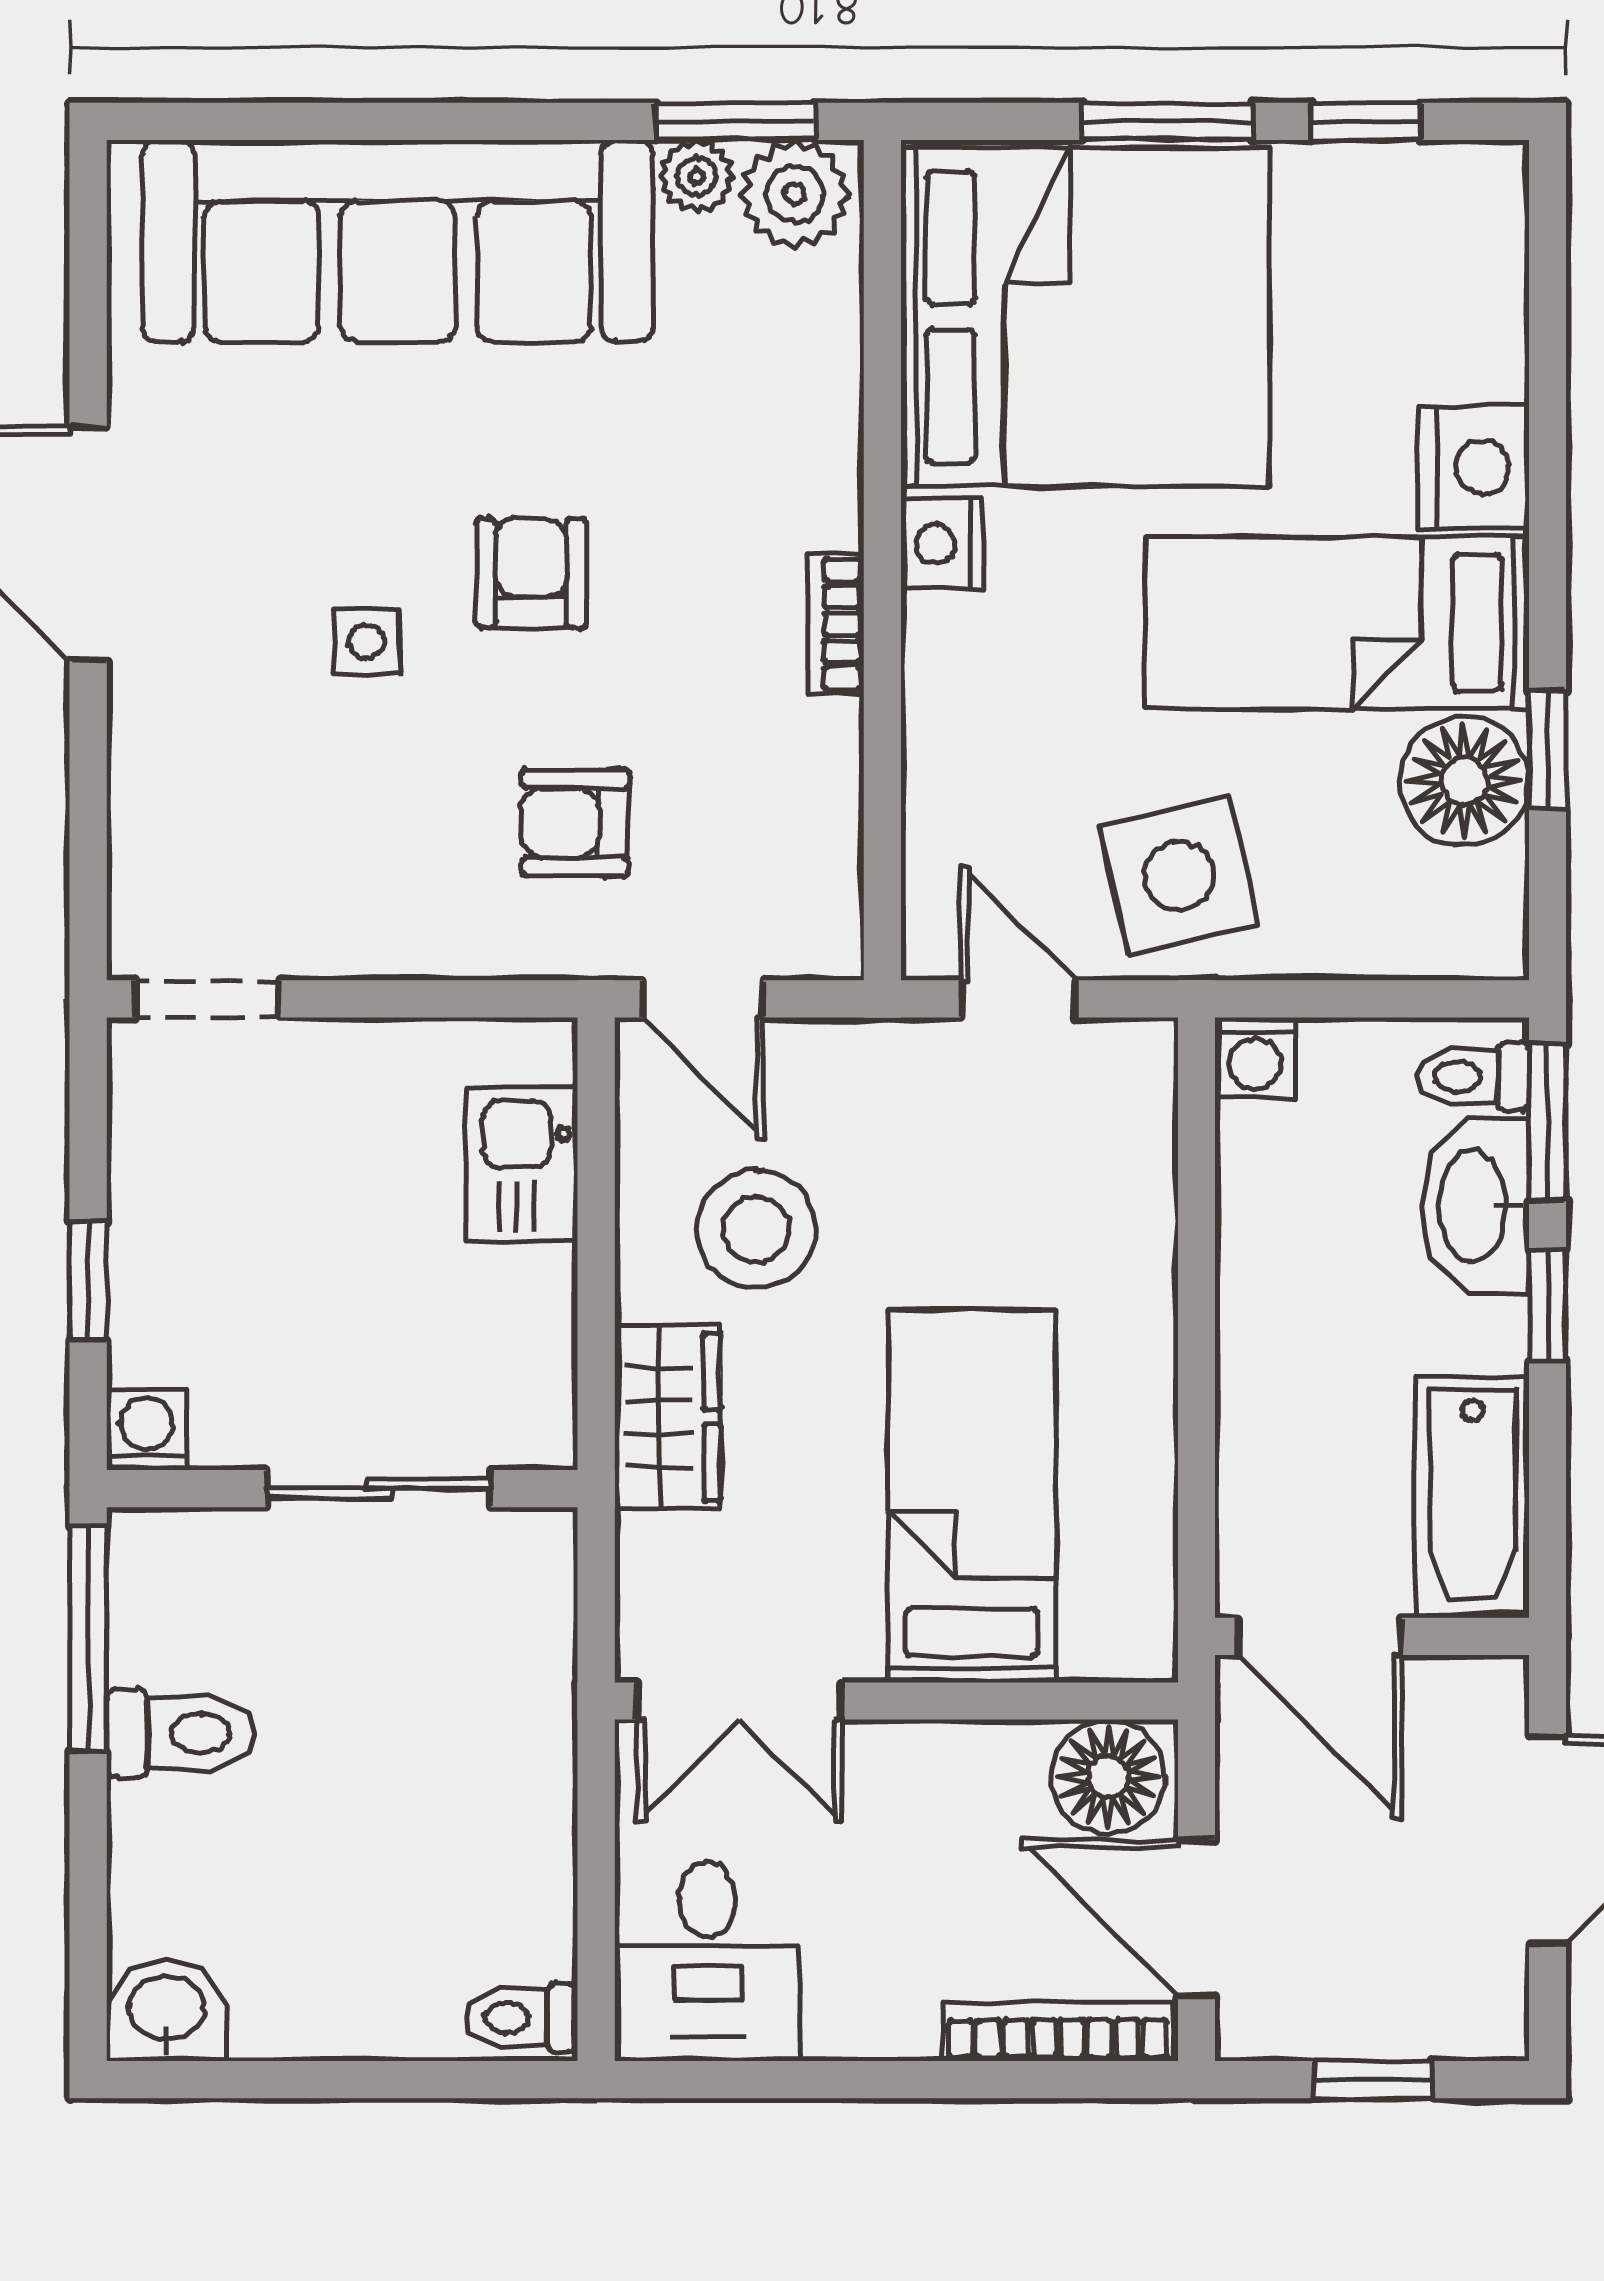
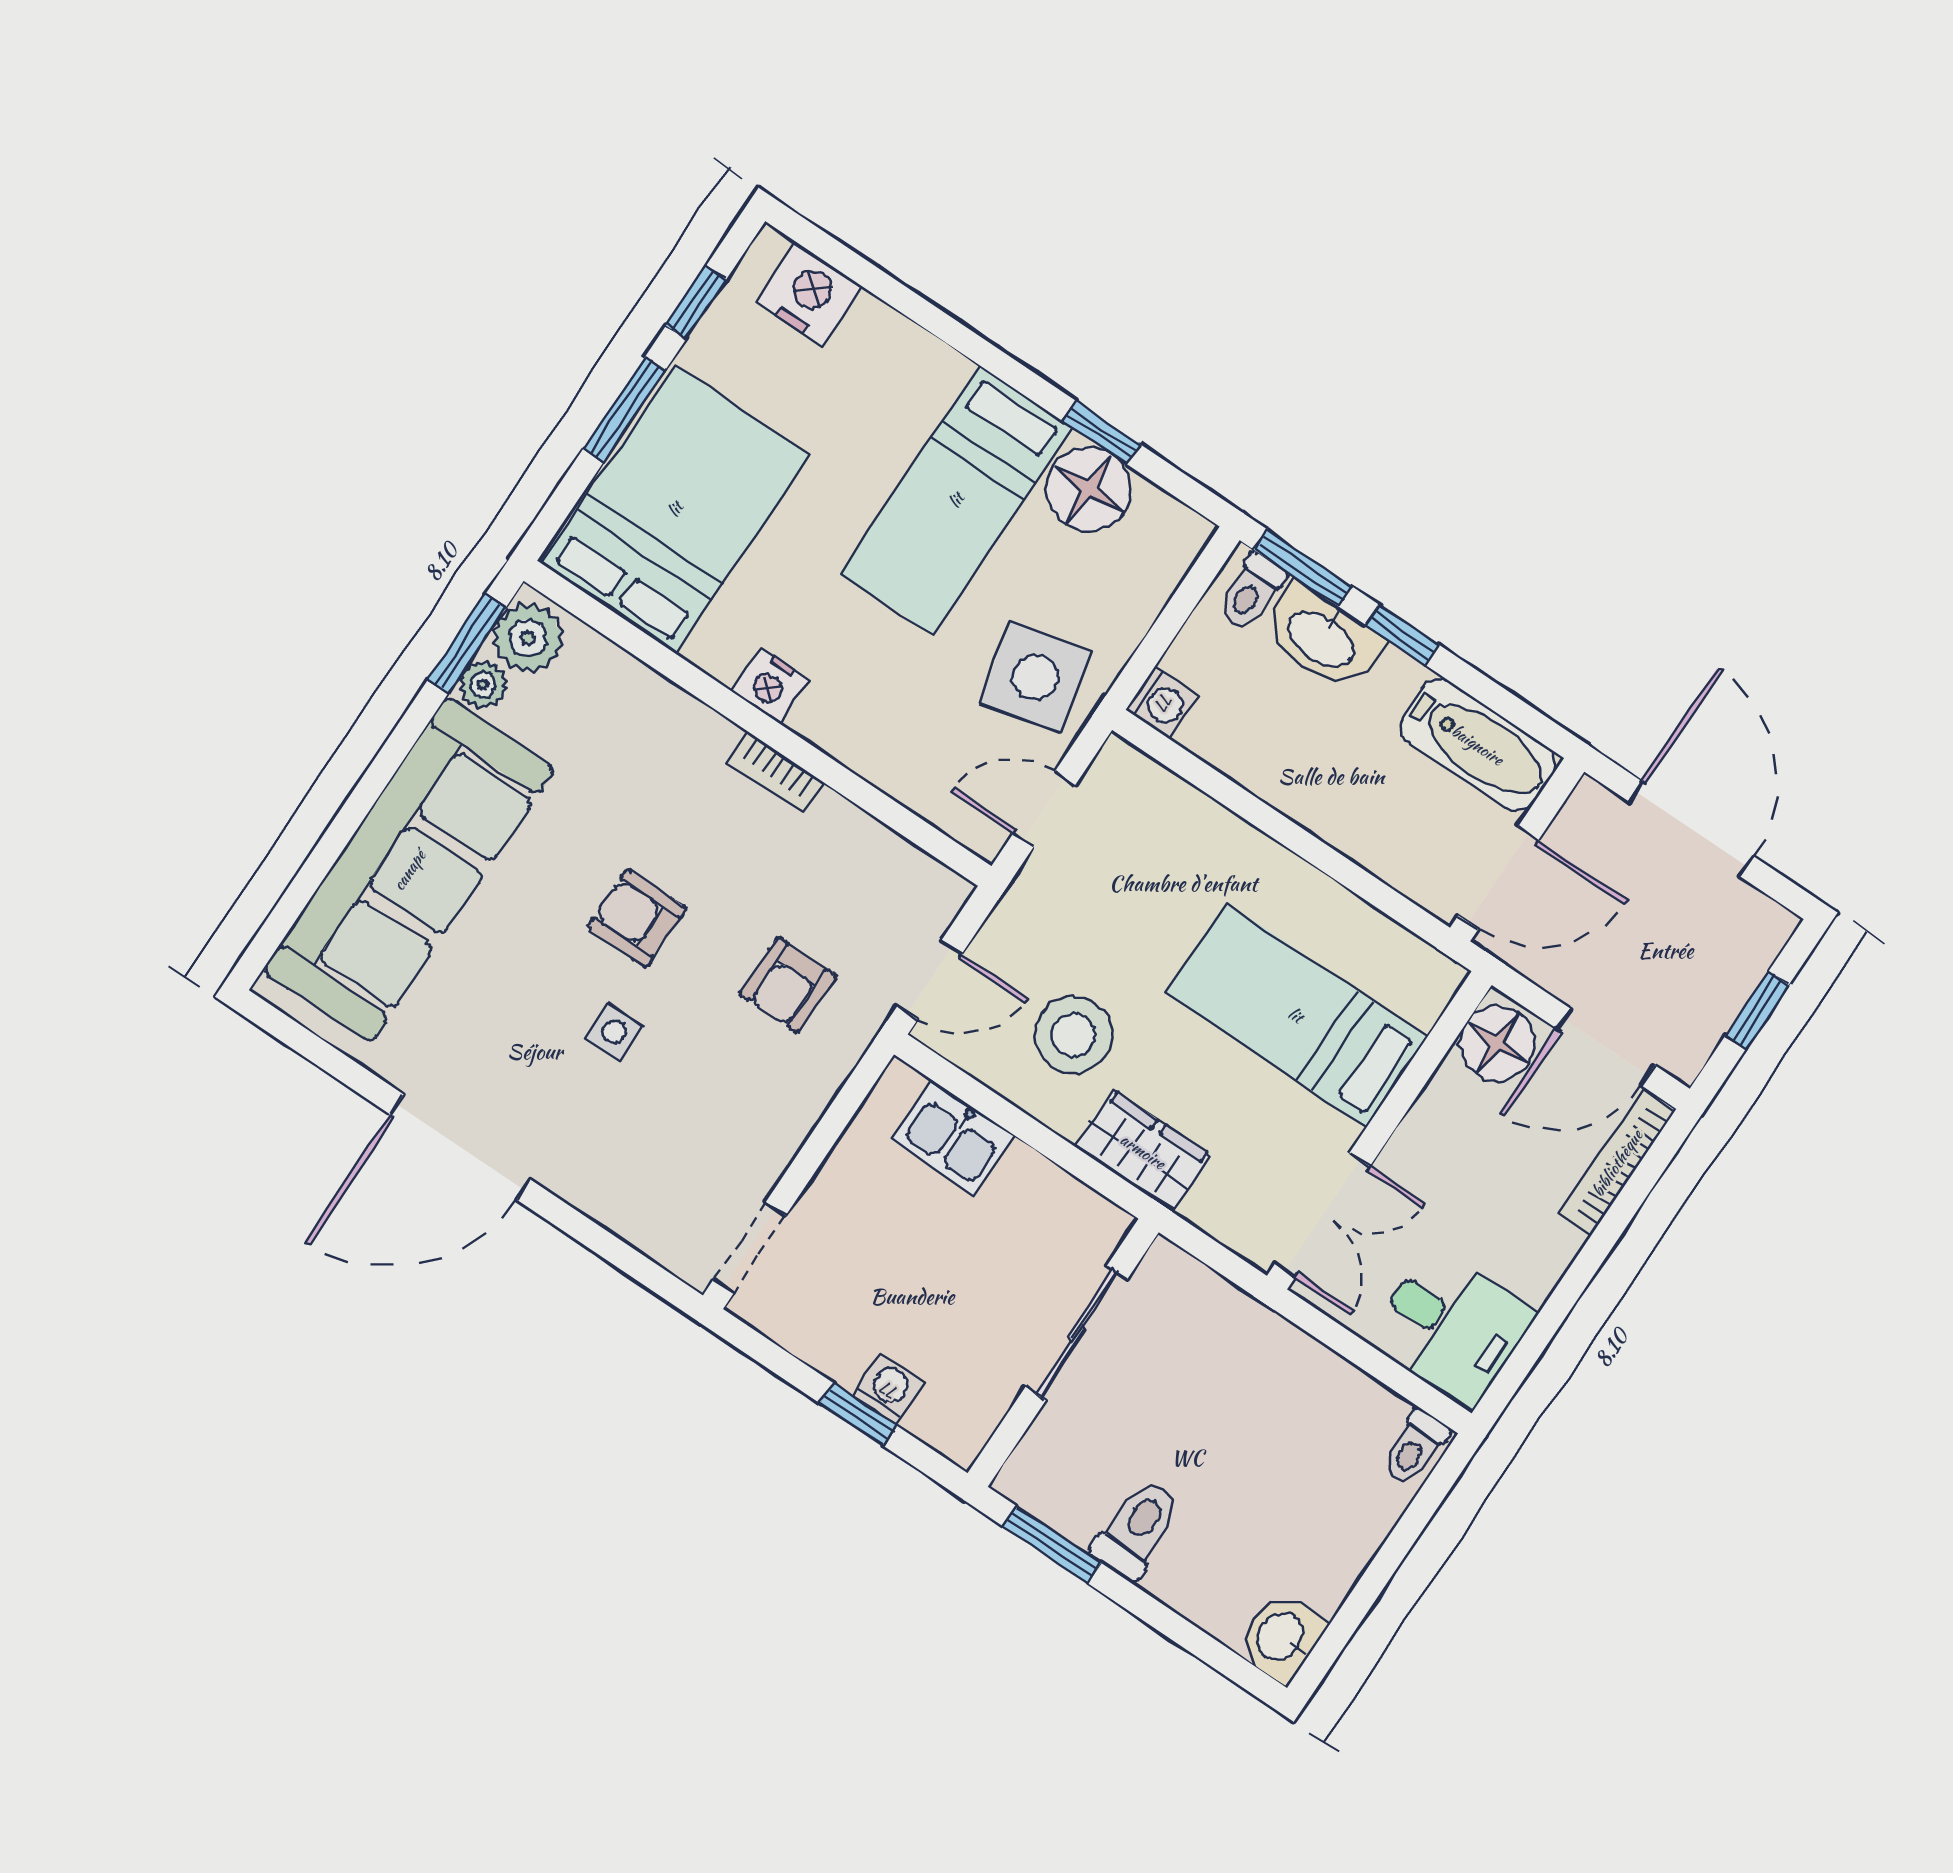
bed: (1085, 317) -> (675, 509), width x0.73
nightstand: (1474, 467) -> (809, 294), moved
washing machine: (147, 1430) -> (888, 1389), moved, turned 90
window: (88, 1639) -> (1052, 1545), width x0.69

